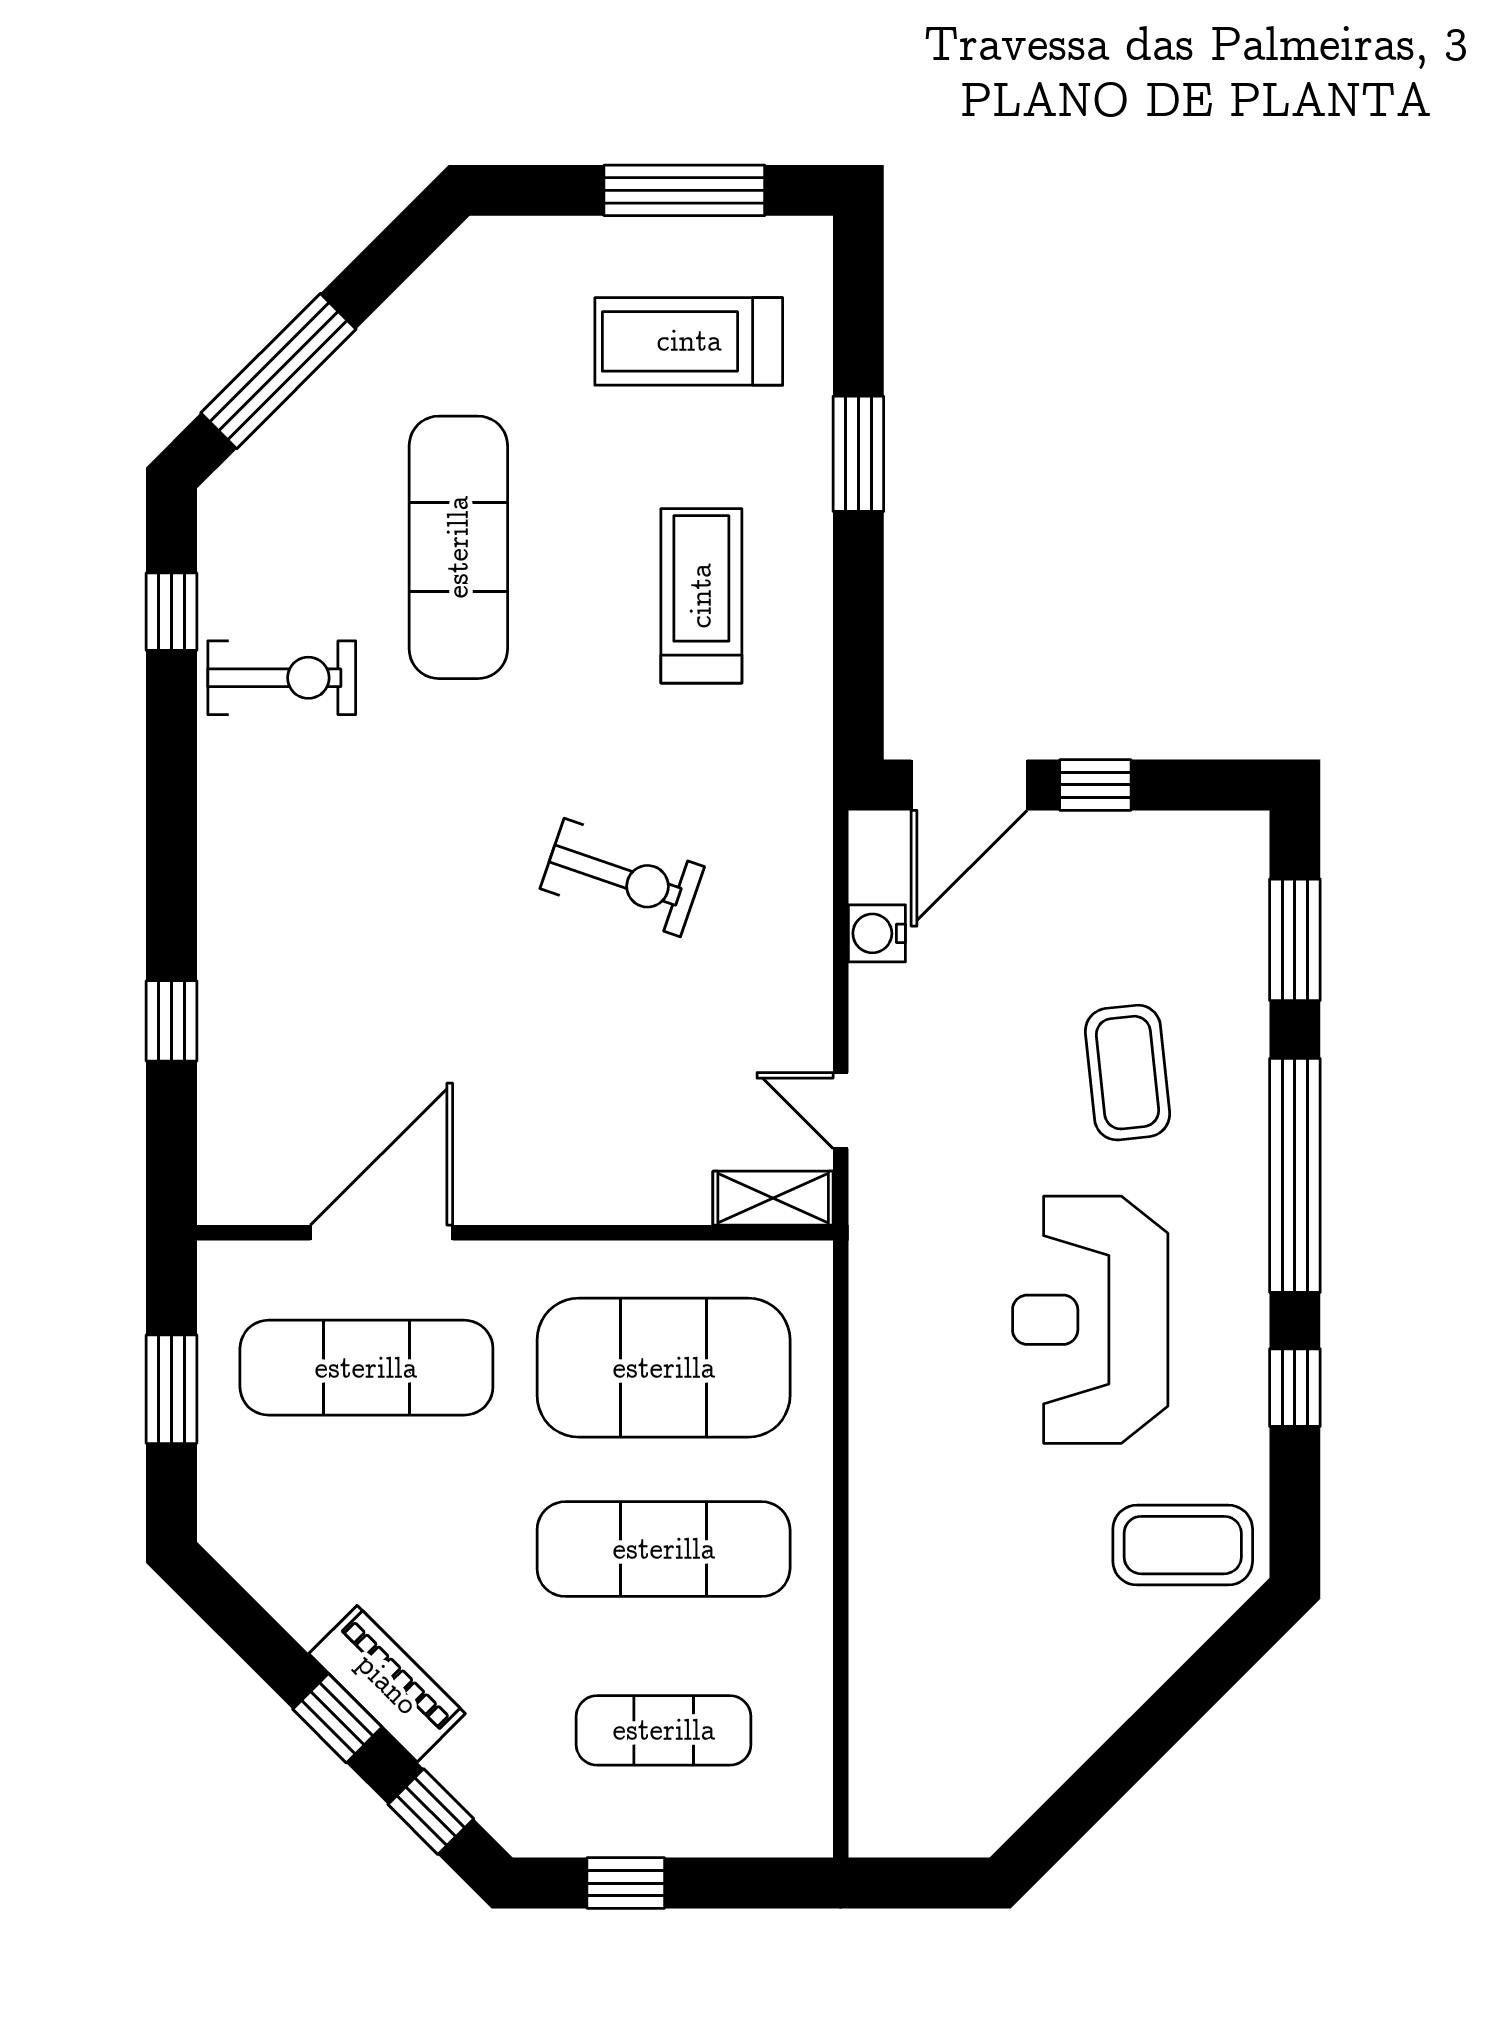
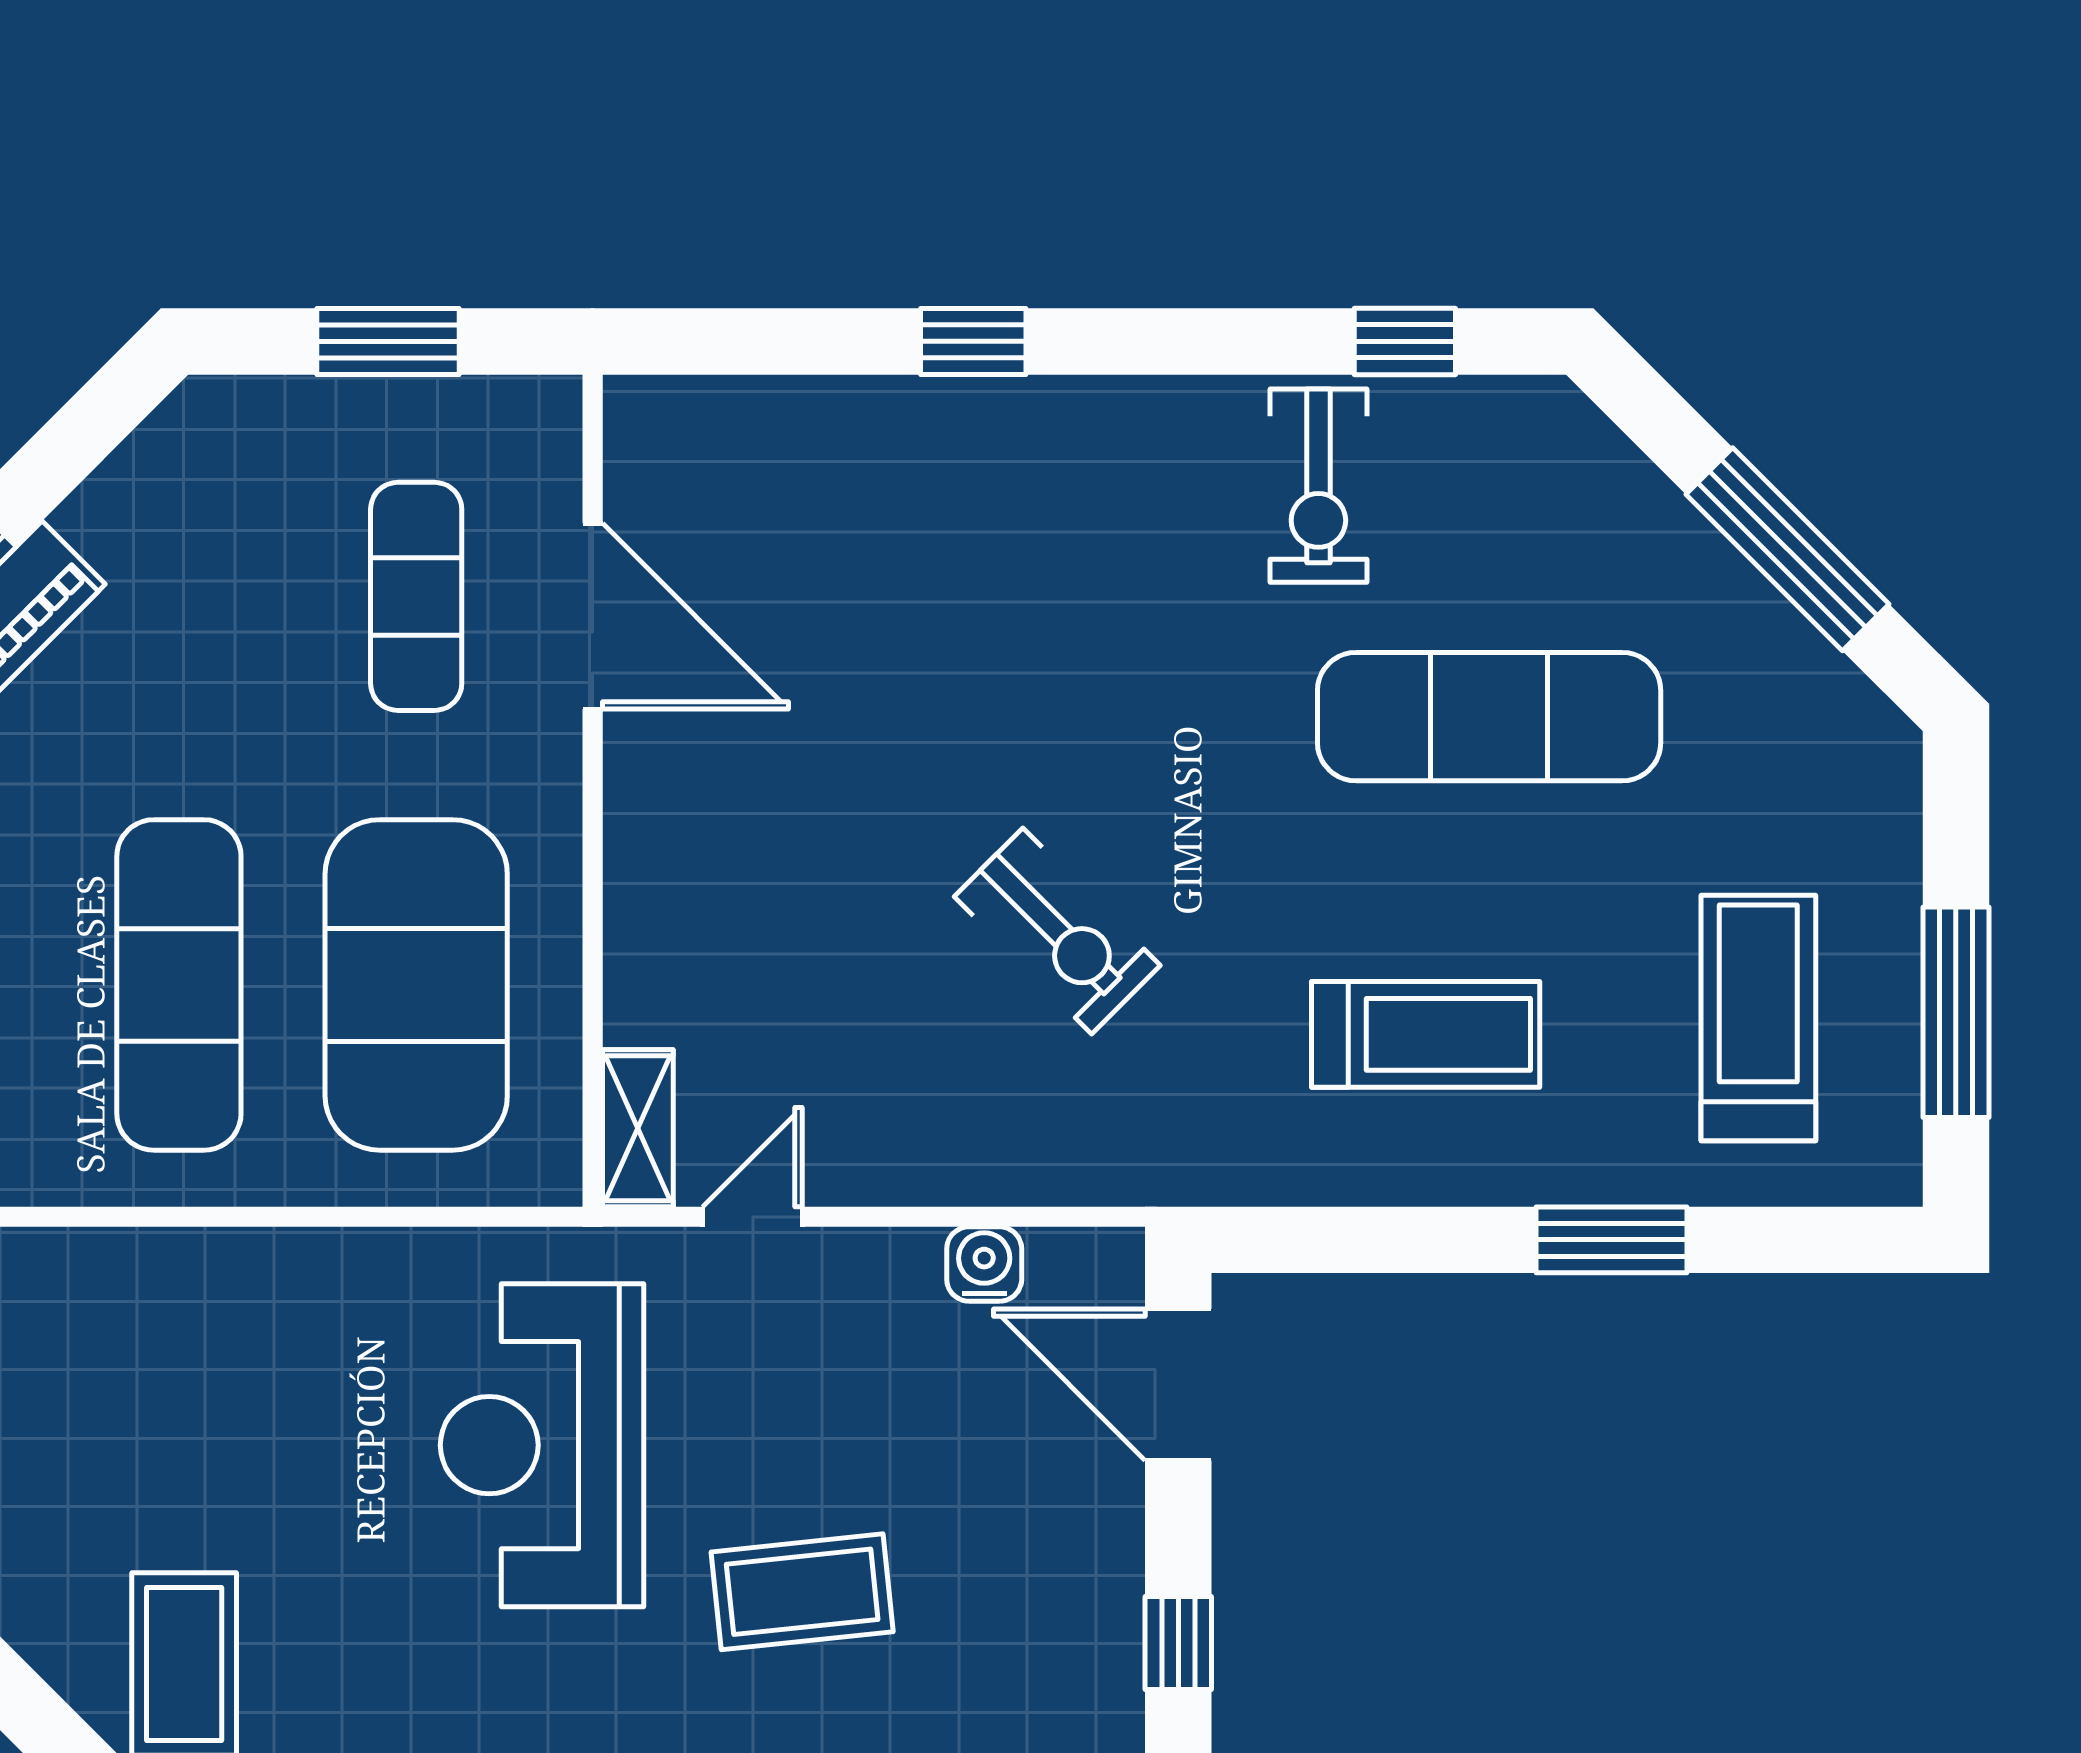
window: (278, 371) -> (1788, 549), moved
window: (1095, 785) -> (1178, 1643), moved
exercise bike: (622, 878) -> (1057, 931), turned -64
window: (171, 1021) -> (973, 341), moved
reception desk: (1090, 1320) -> (542, 1445), moved, turned -90
exercise mat: (366, 1368) -> (416, 596), width x0.73, depth x0.69

